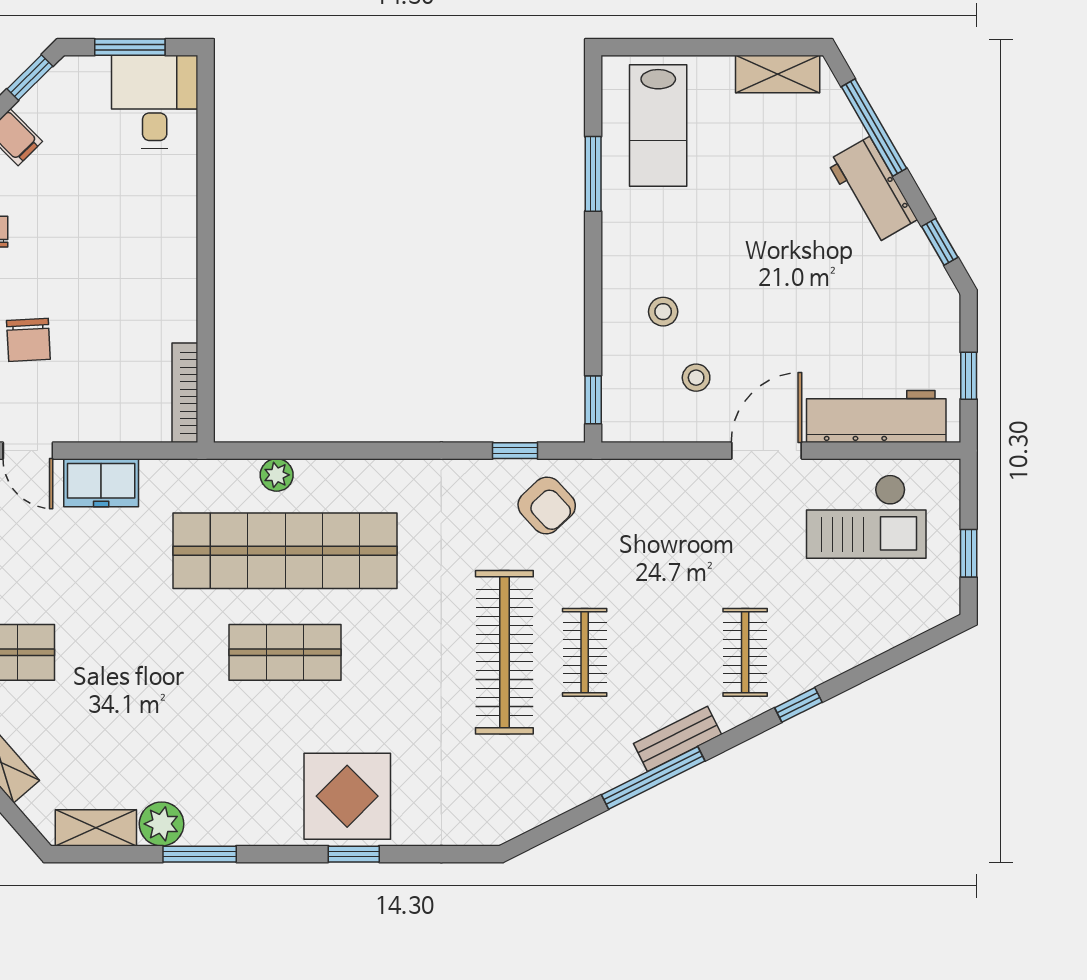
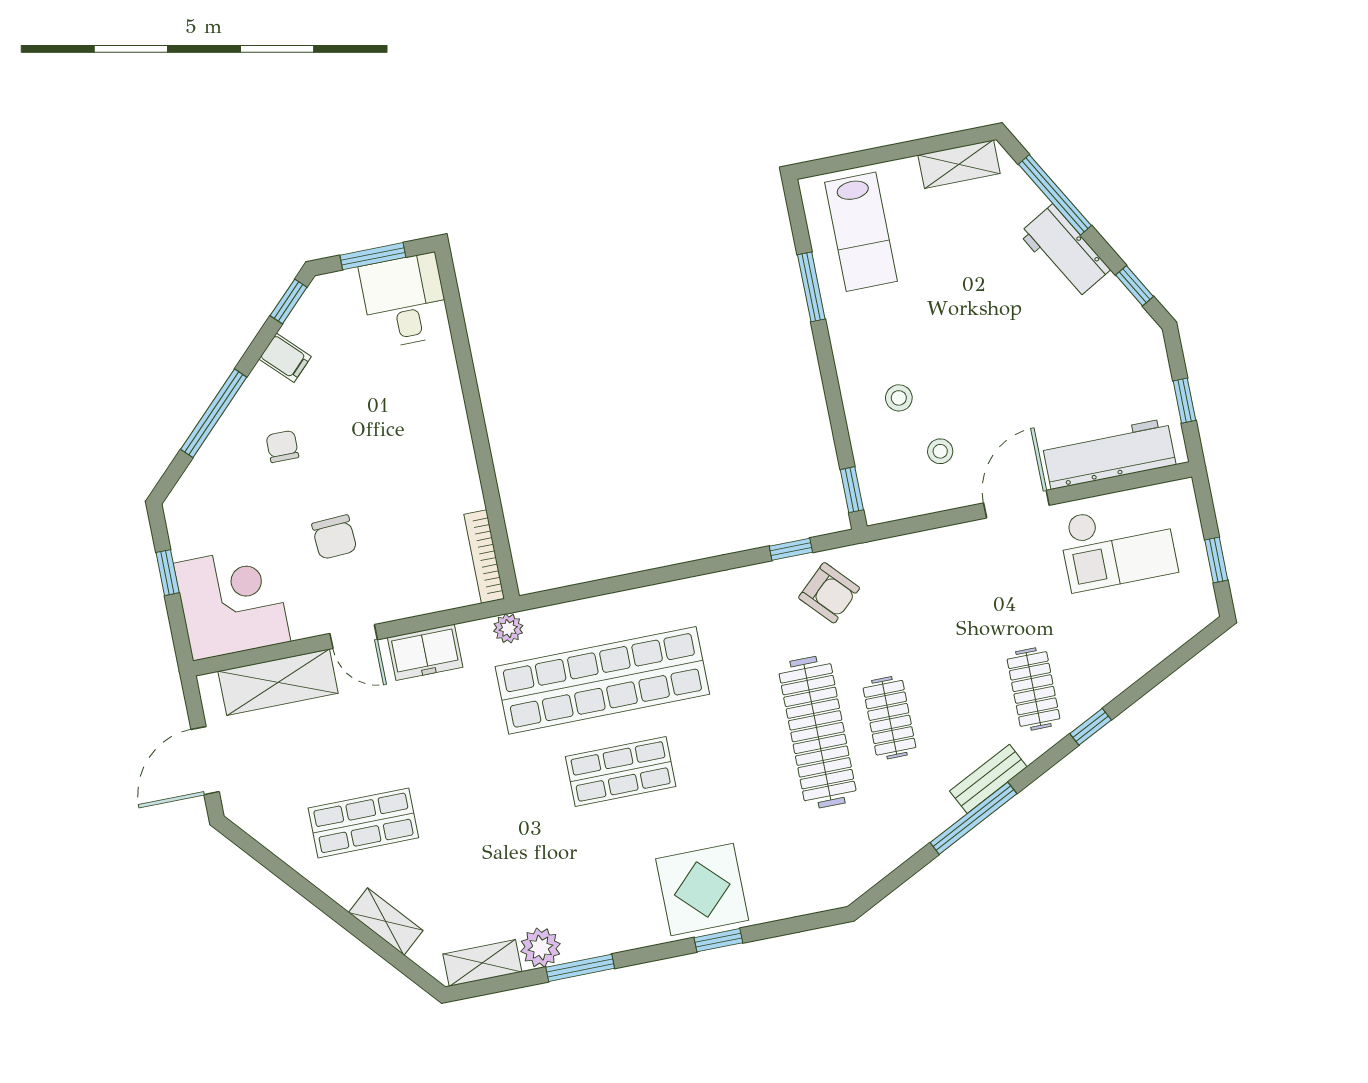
plant: (277, 475) -> (508, 628), moved

